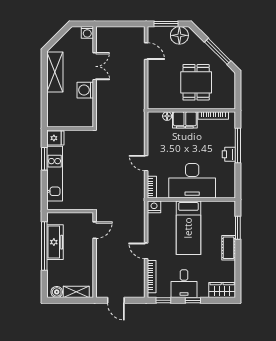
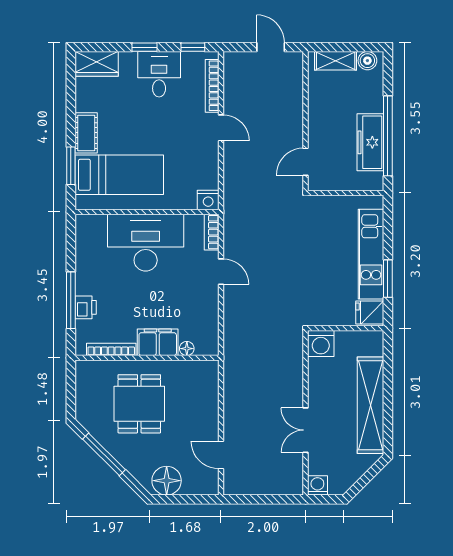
window: (166, 24) -> (189, 499), removed
shelving: (55, 72) -> (371, 405), width x1.47
washing machine: (85, 90) -> (321, 343), moved, turned 90
printer: (229, 154) -> (86, 307), moved
bed: (188, 228) -> (119, 175), moved, turned 90

